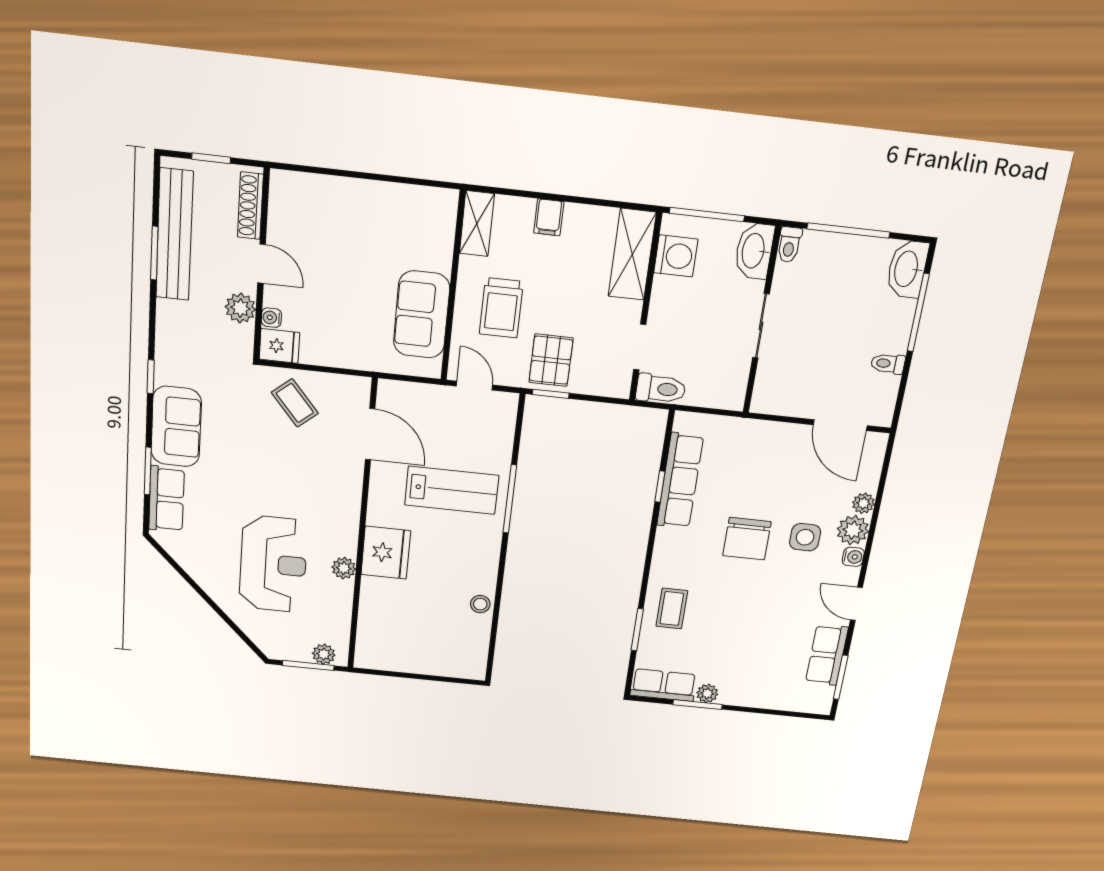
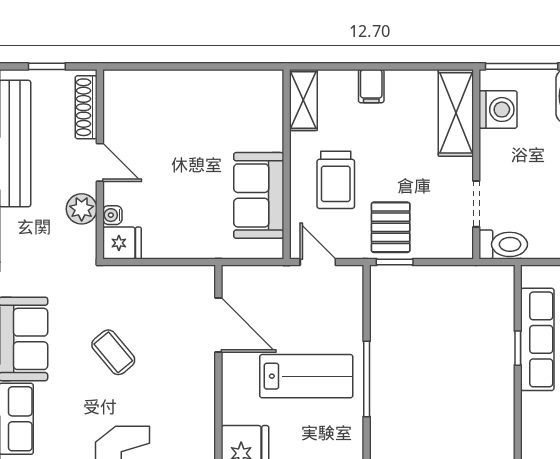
coffee table: (295, 403) -> (113, 352), moved

